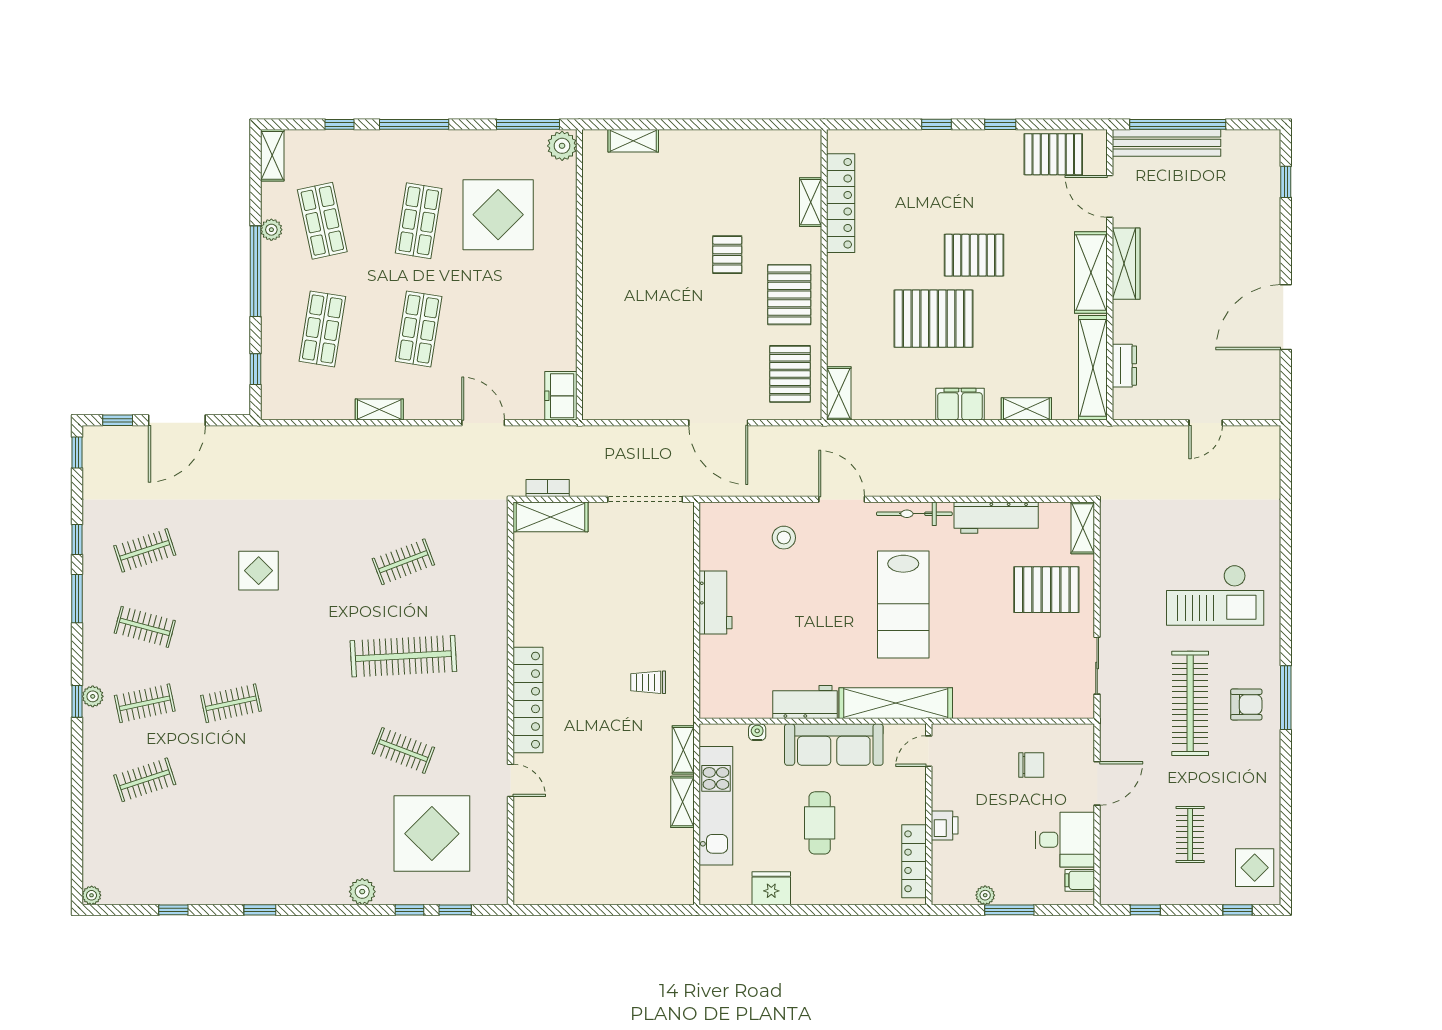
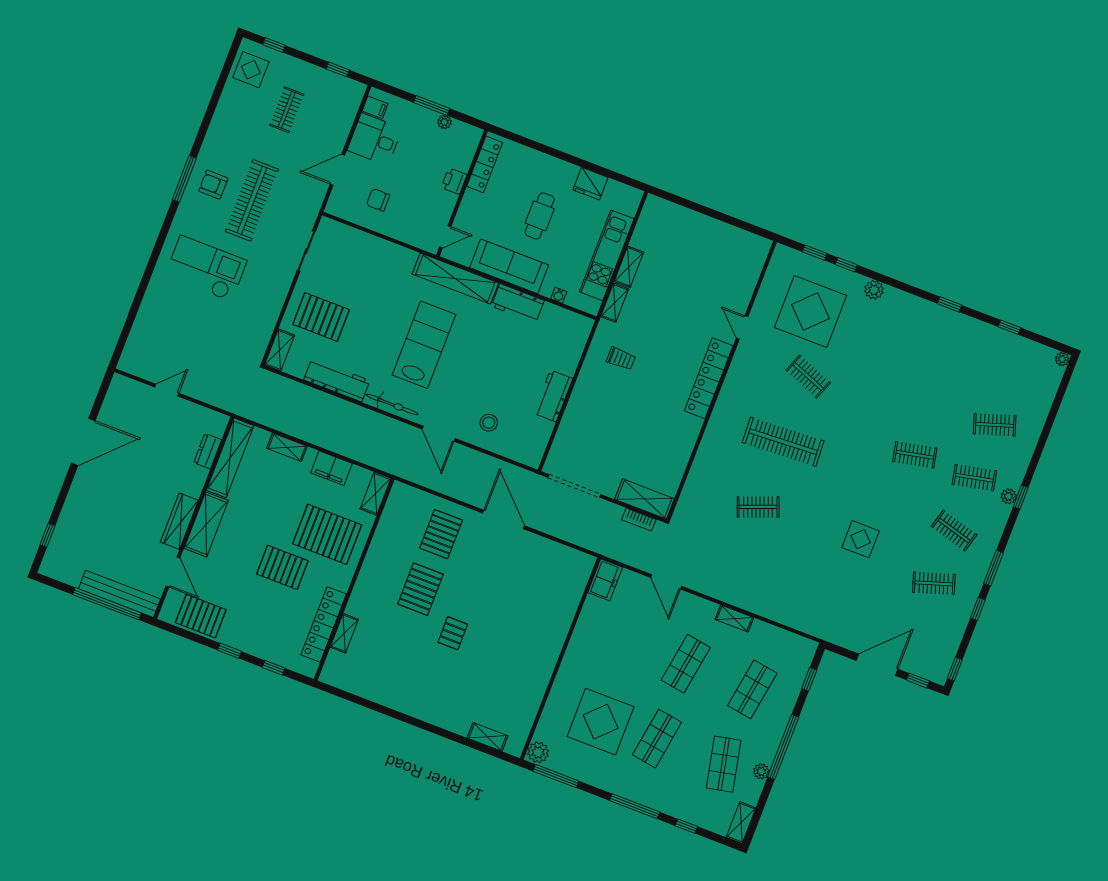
shelving: (811, 202) -> (344, 633), moved
locker: (841, 203) -> (324, 624), moved
wall: (824, 275) -> (354, 579), moved
shelving: (839, 393) -> (375, 494), moved

